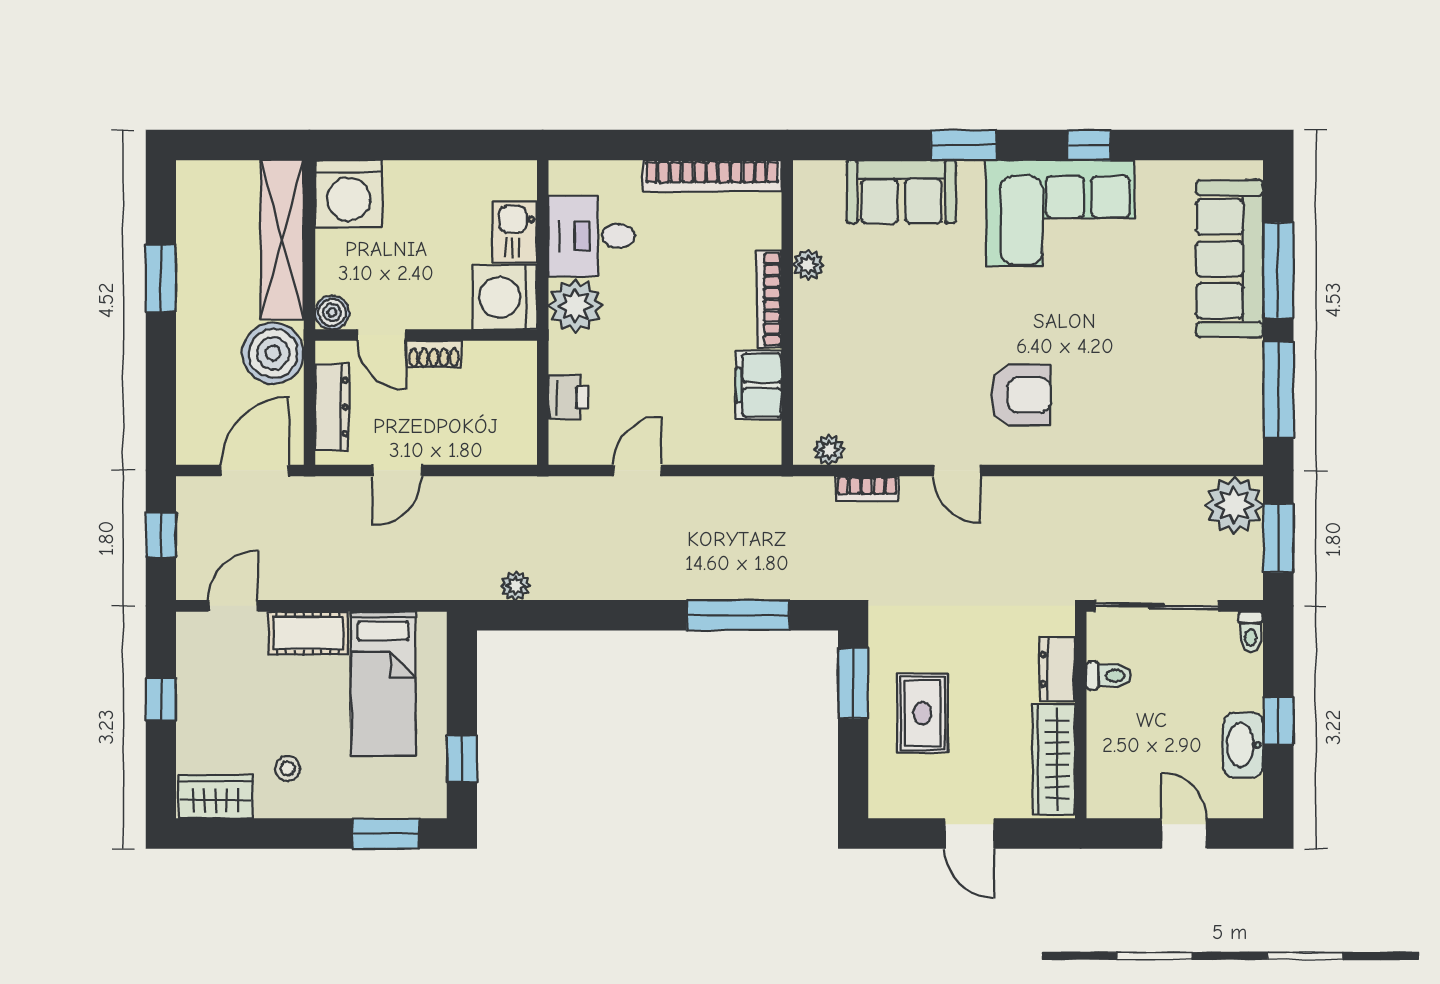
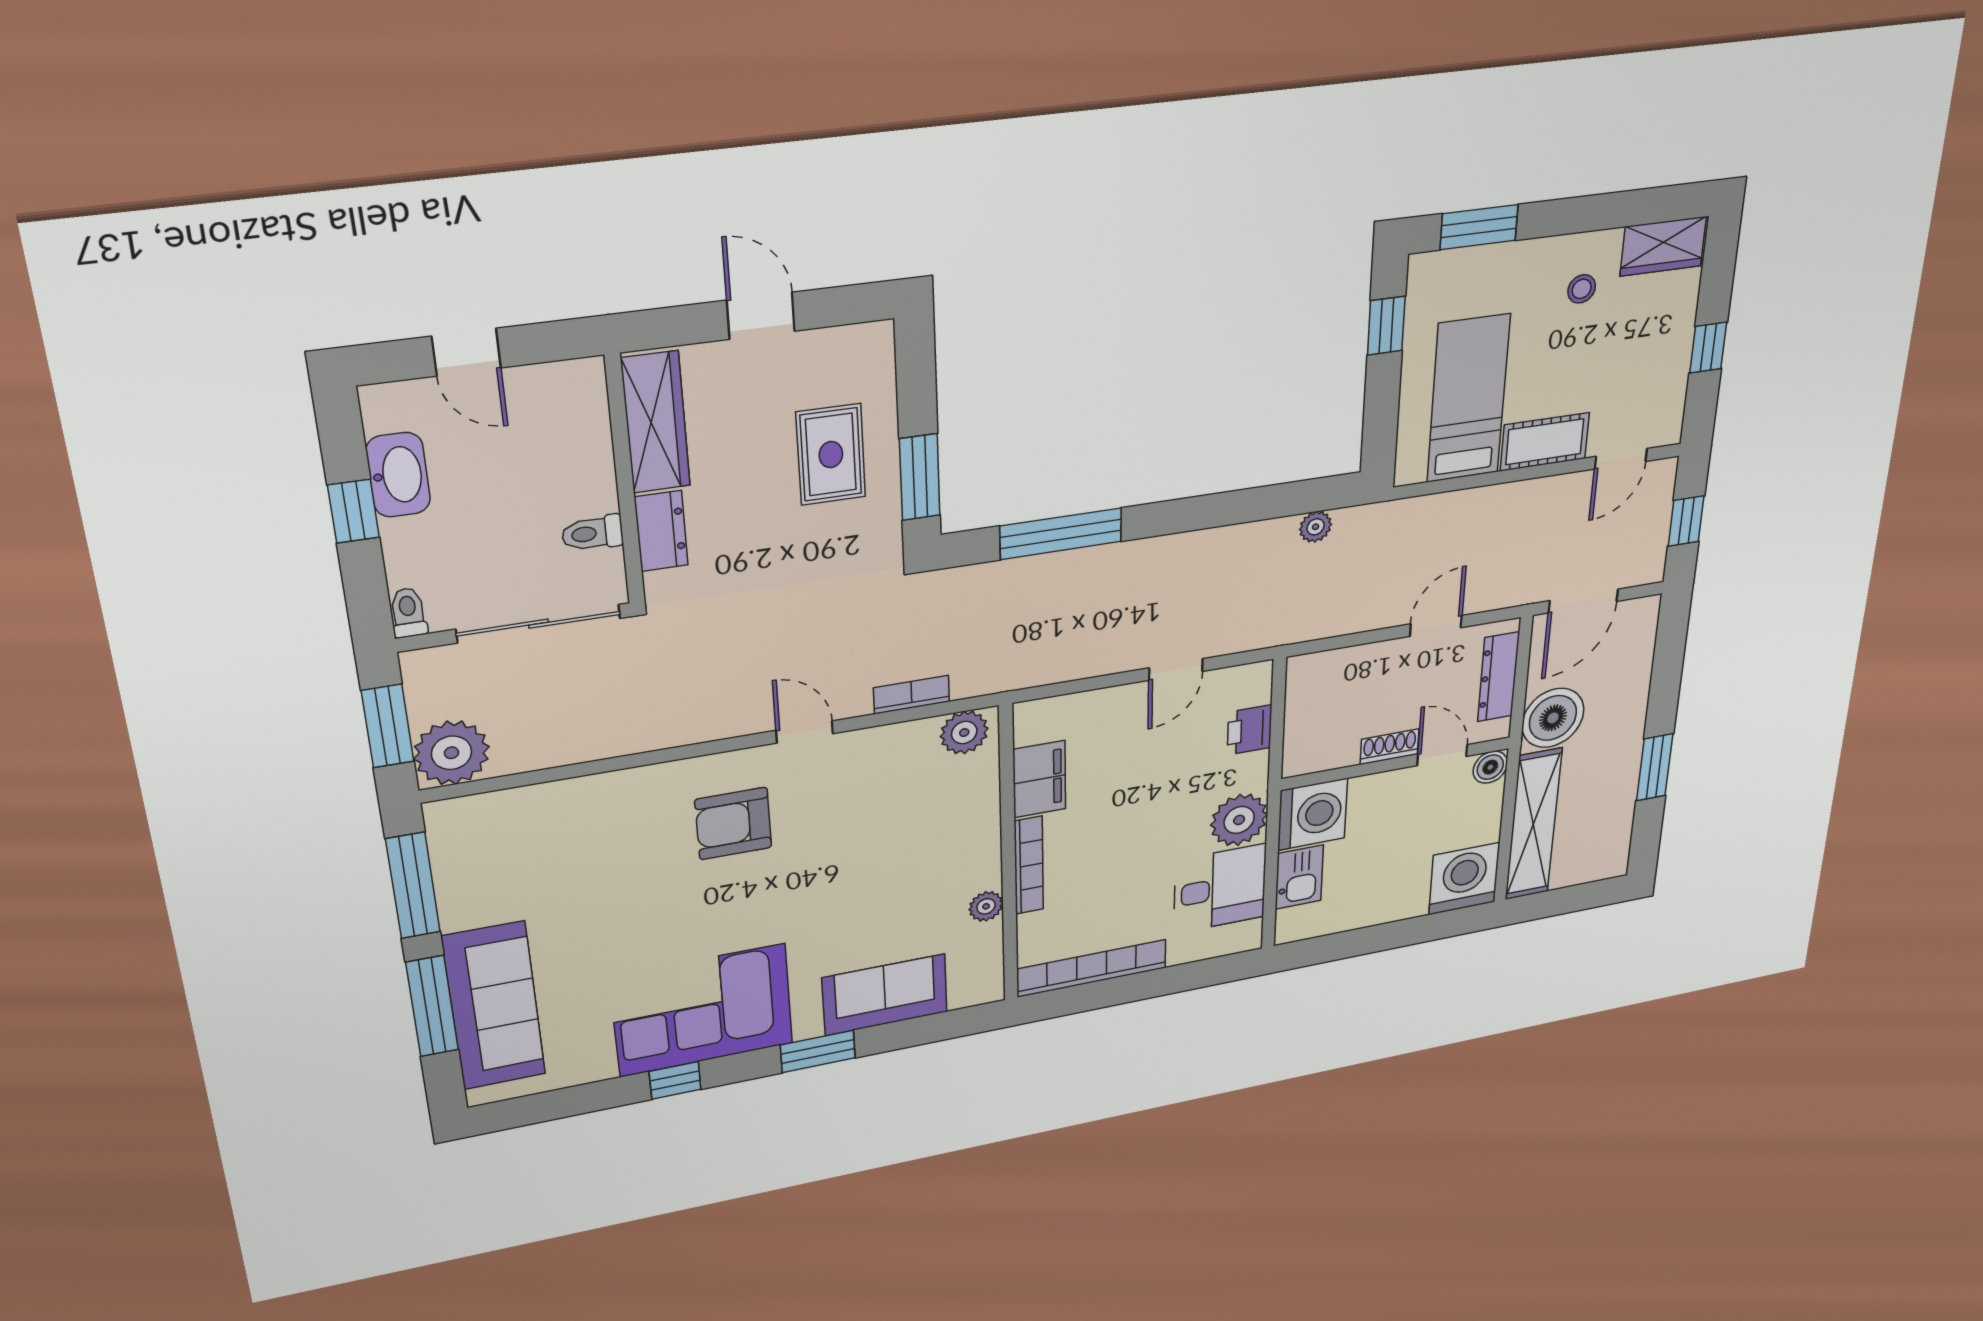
plant: (829, 450) -> (964, 733), width x1.38, depth x1.38

